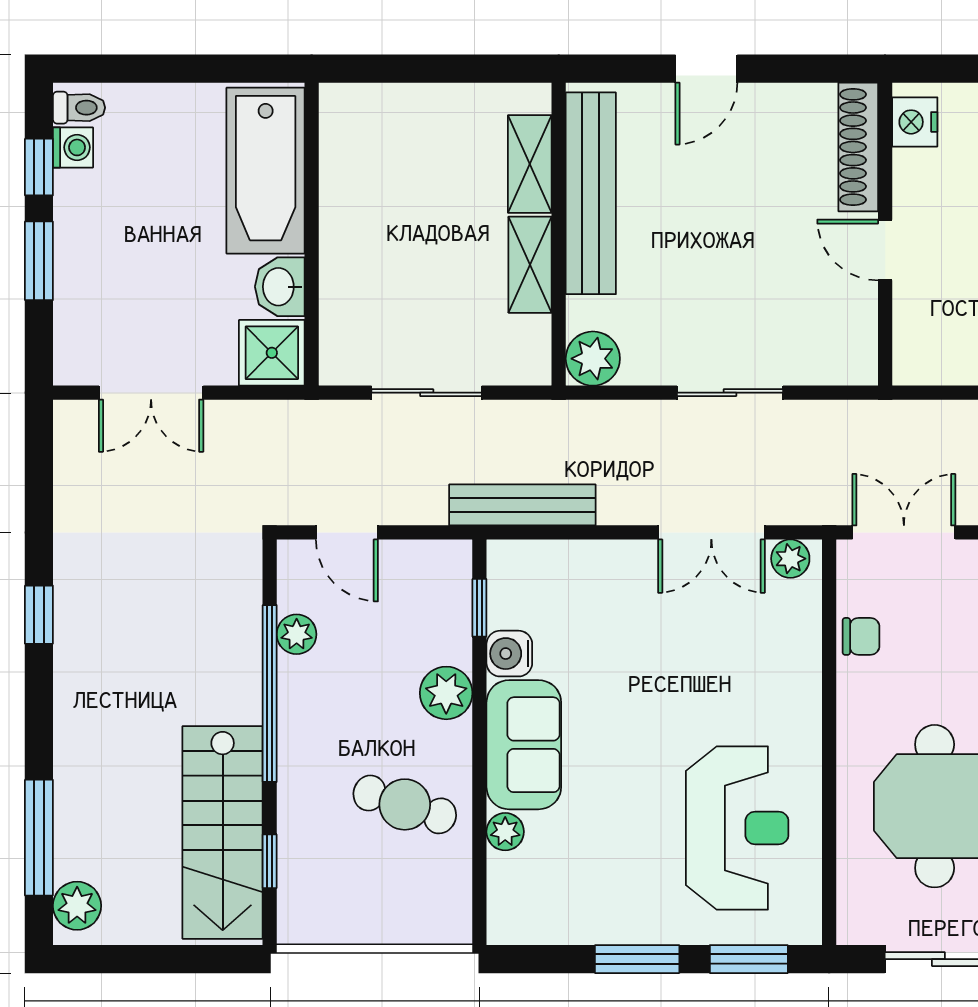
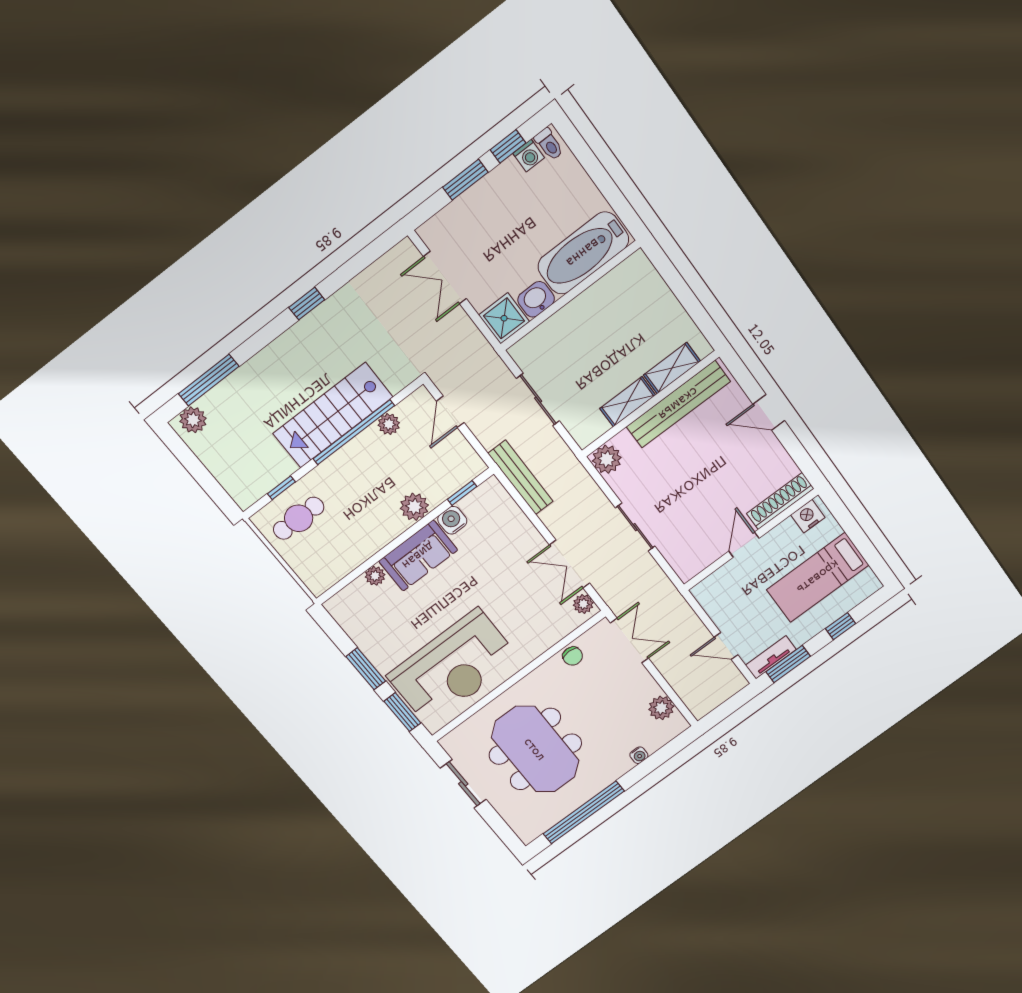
cafe table: (405, 804) -> (299, 518), moved, turned 72
reception desk: (737, 828) -> (453, 667), width x1.36, depth x1.30
stairs: (223, 832) -> (333, 415), moved

